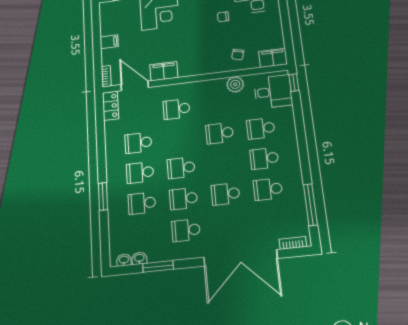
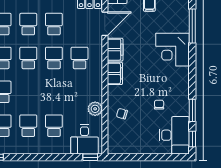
filing cabinet: (273, 58) -> (115, 73), moved
school desk: (220, 133) -> (54, 58), moved

